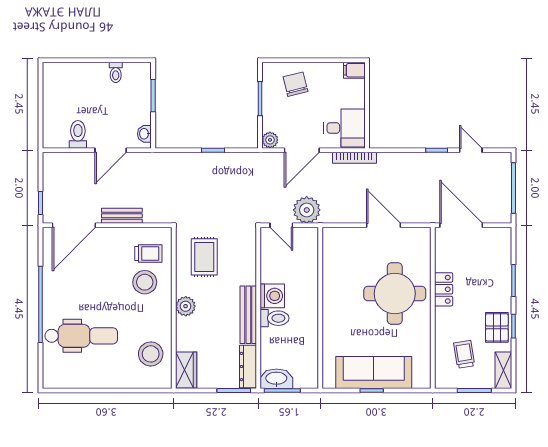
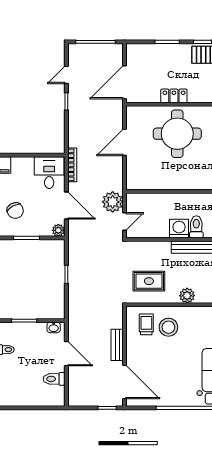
chair: (295, 84) -> (15, 211), turned -105

